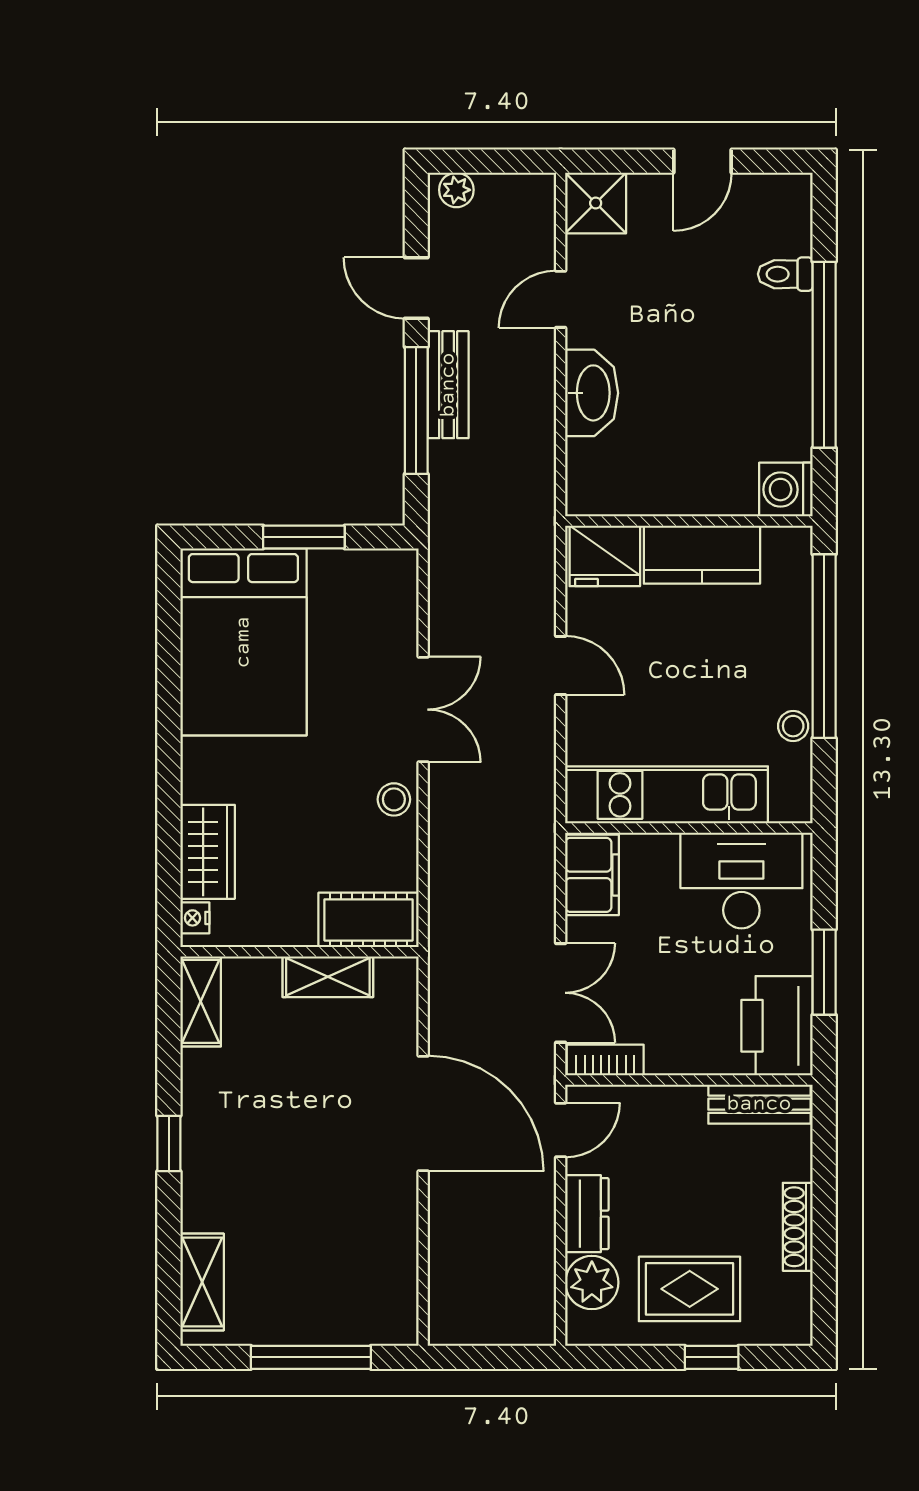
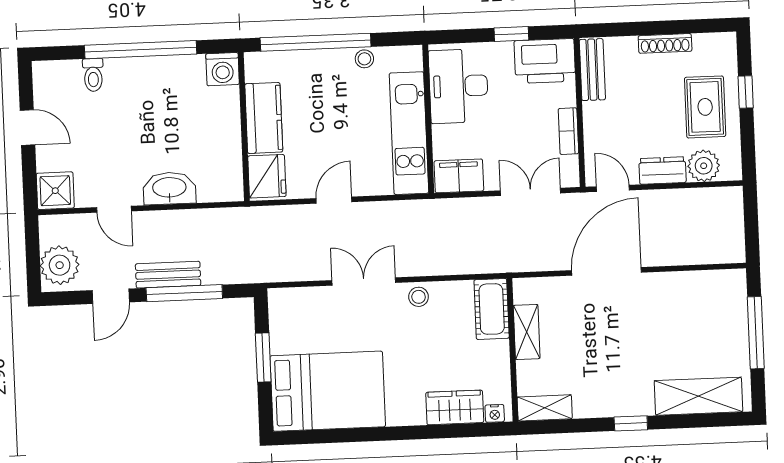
plant: (456, 190) -> (60, 265), width x1.88, depth x1.88
window: (824, 972) -> (511, 34), width x0.67
bookcase: (605, 1060) -> (568, 131), moved
shelving: (202, 1282) -> (698, 396), width x1.50, depth x1.33

